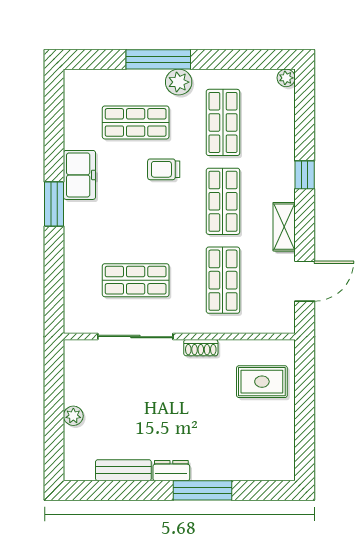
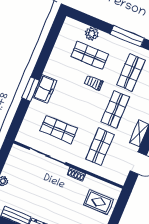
window: (158, 59) -> (127, 36), moved
plant: (179, 82) -> (92, 34), moved
freezer: (79, 175) -> (45, 89), moved
window: (54, 204) -> (31, 89), moved

